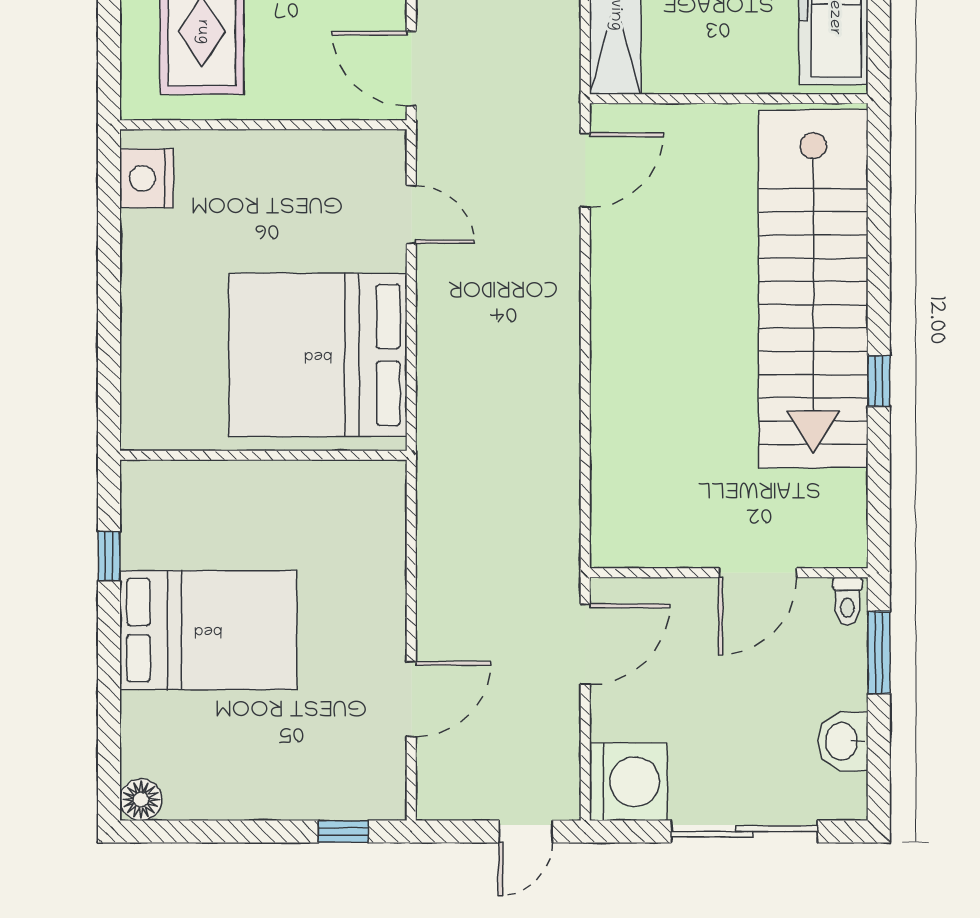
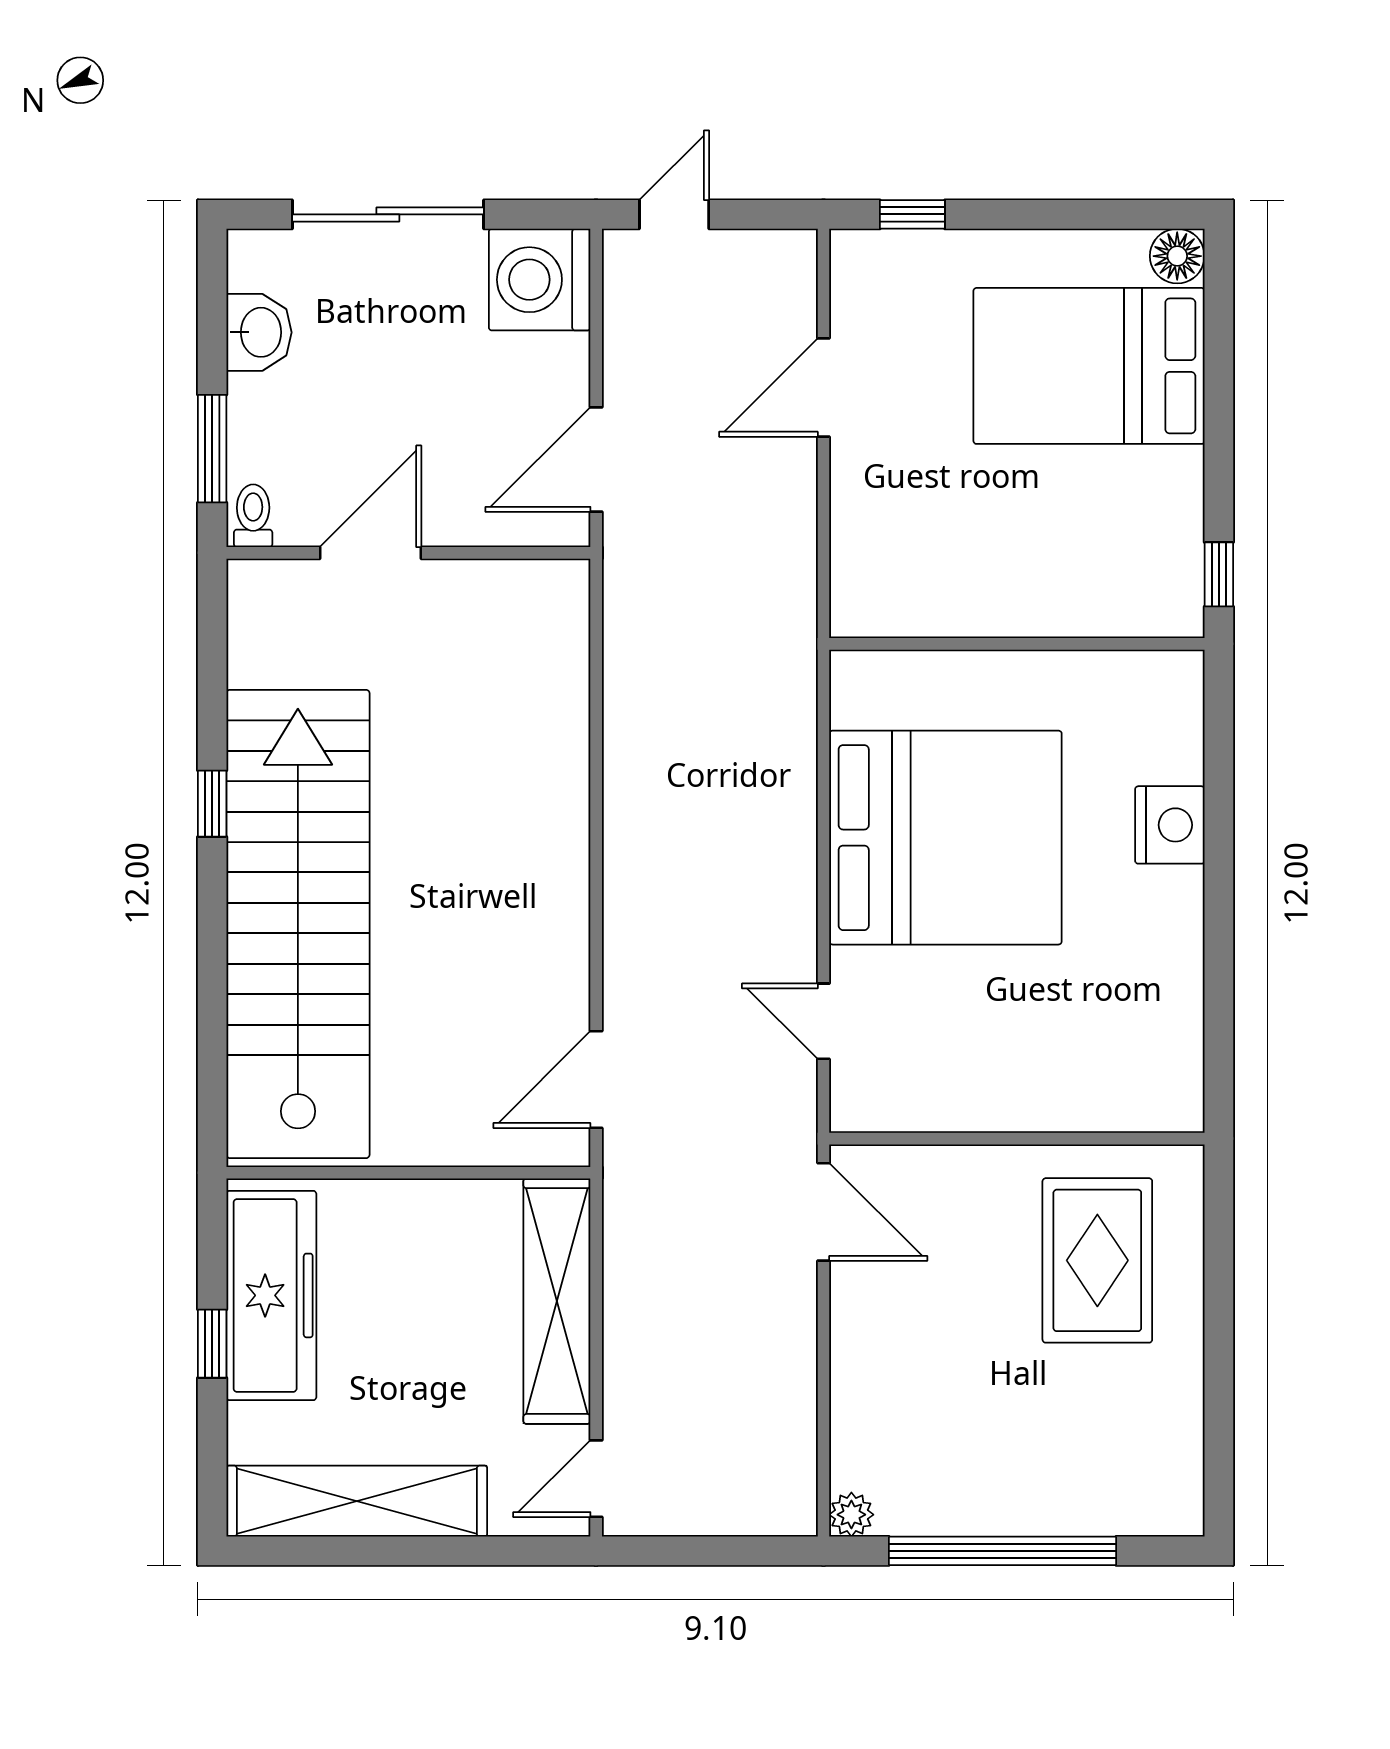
nightstand: (146, 178) -> (1170, 825), moved
wall: (263, 455) -> (1017, 644), moved
bed: (208, 630) -> (1089, 366), moved

